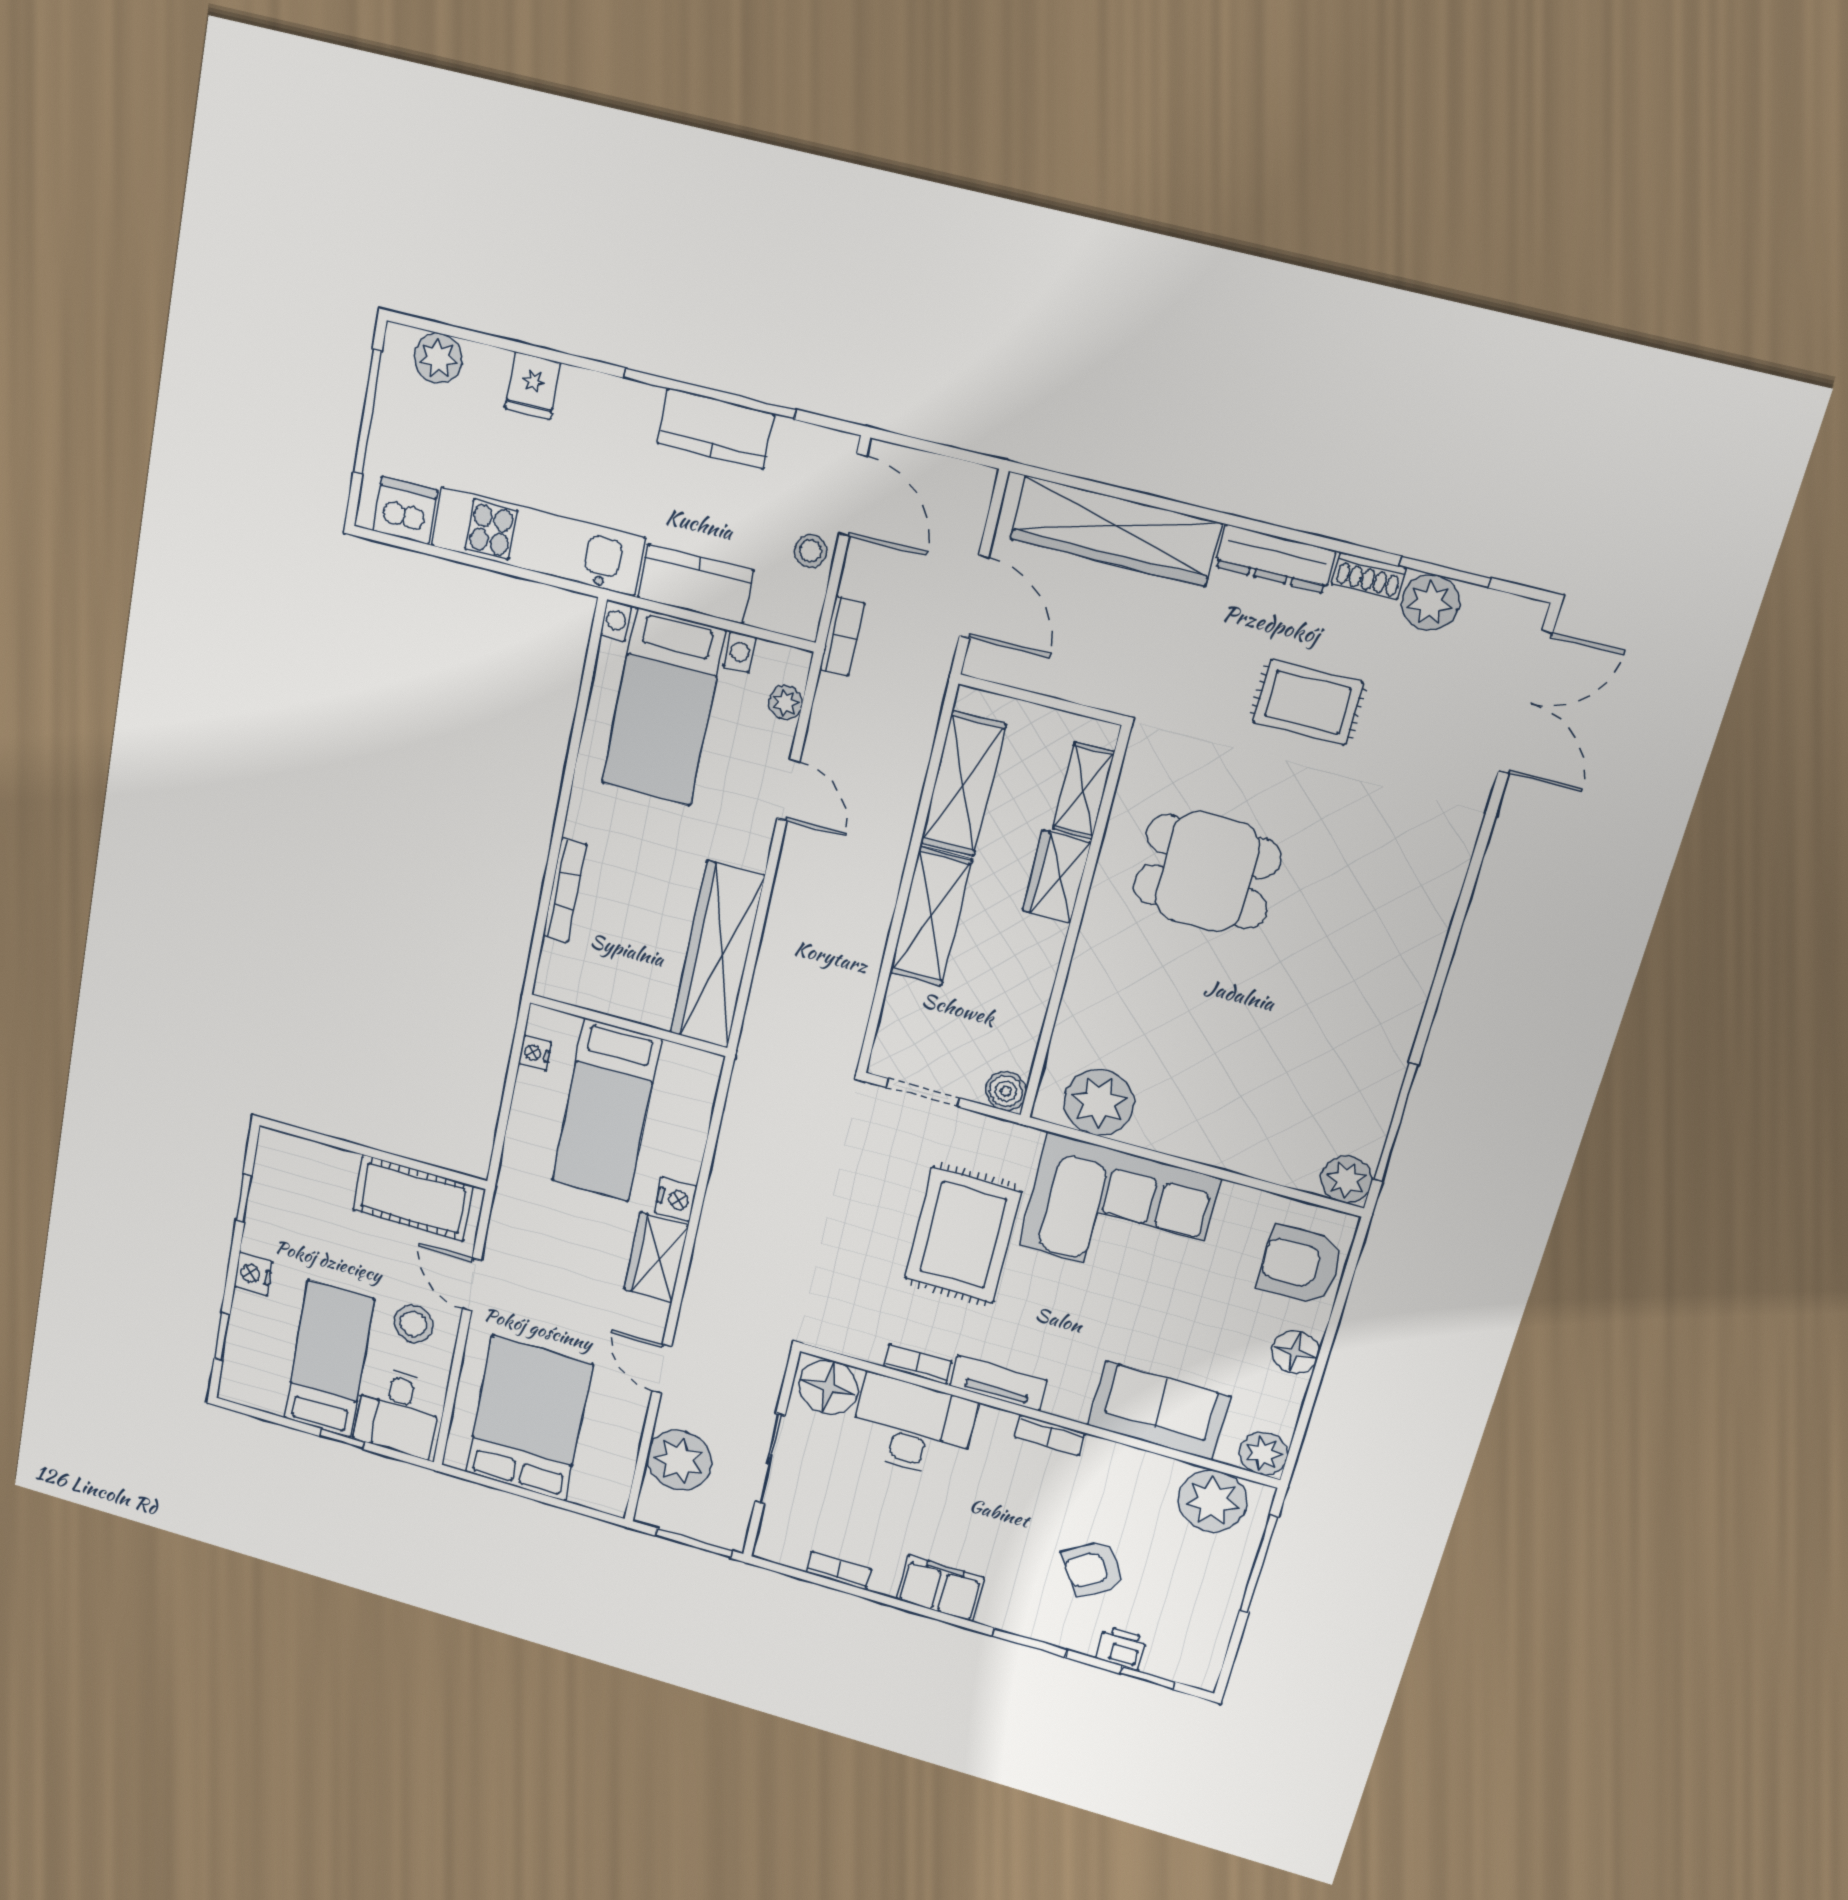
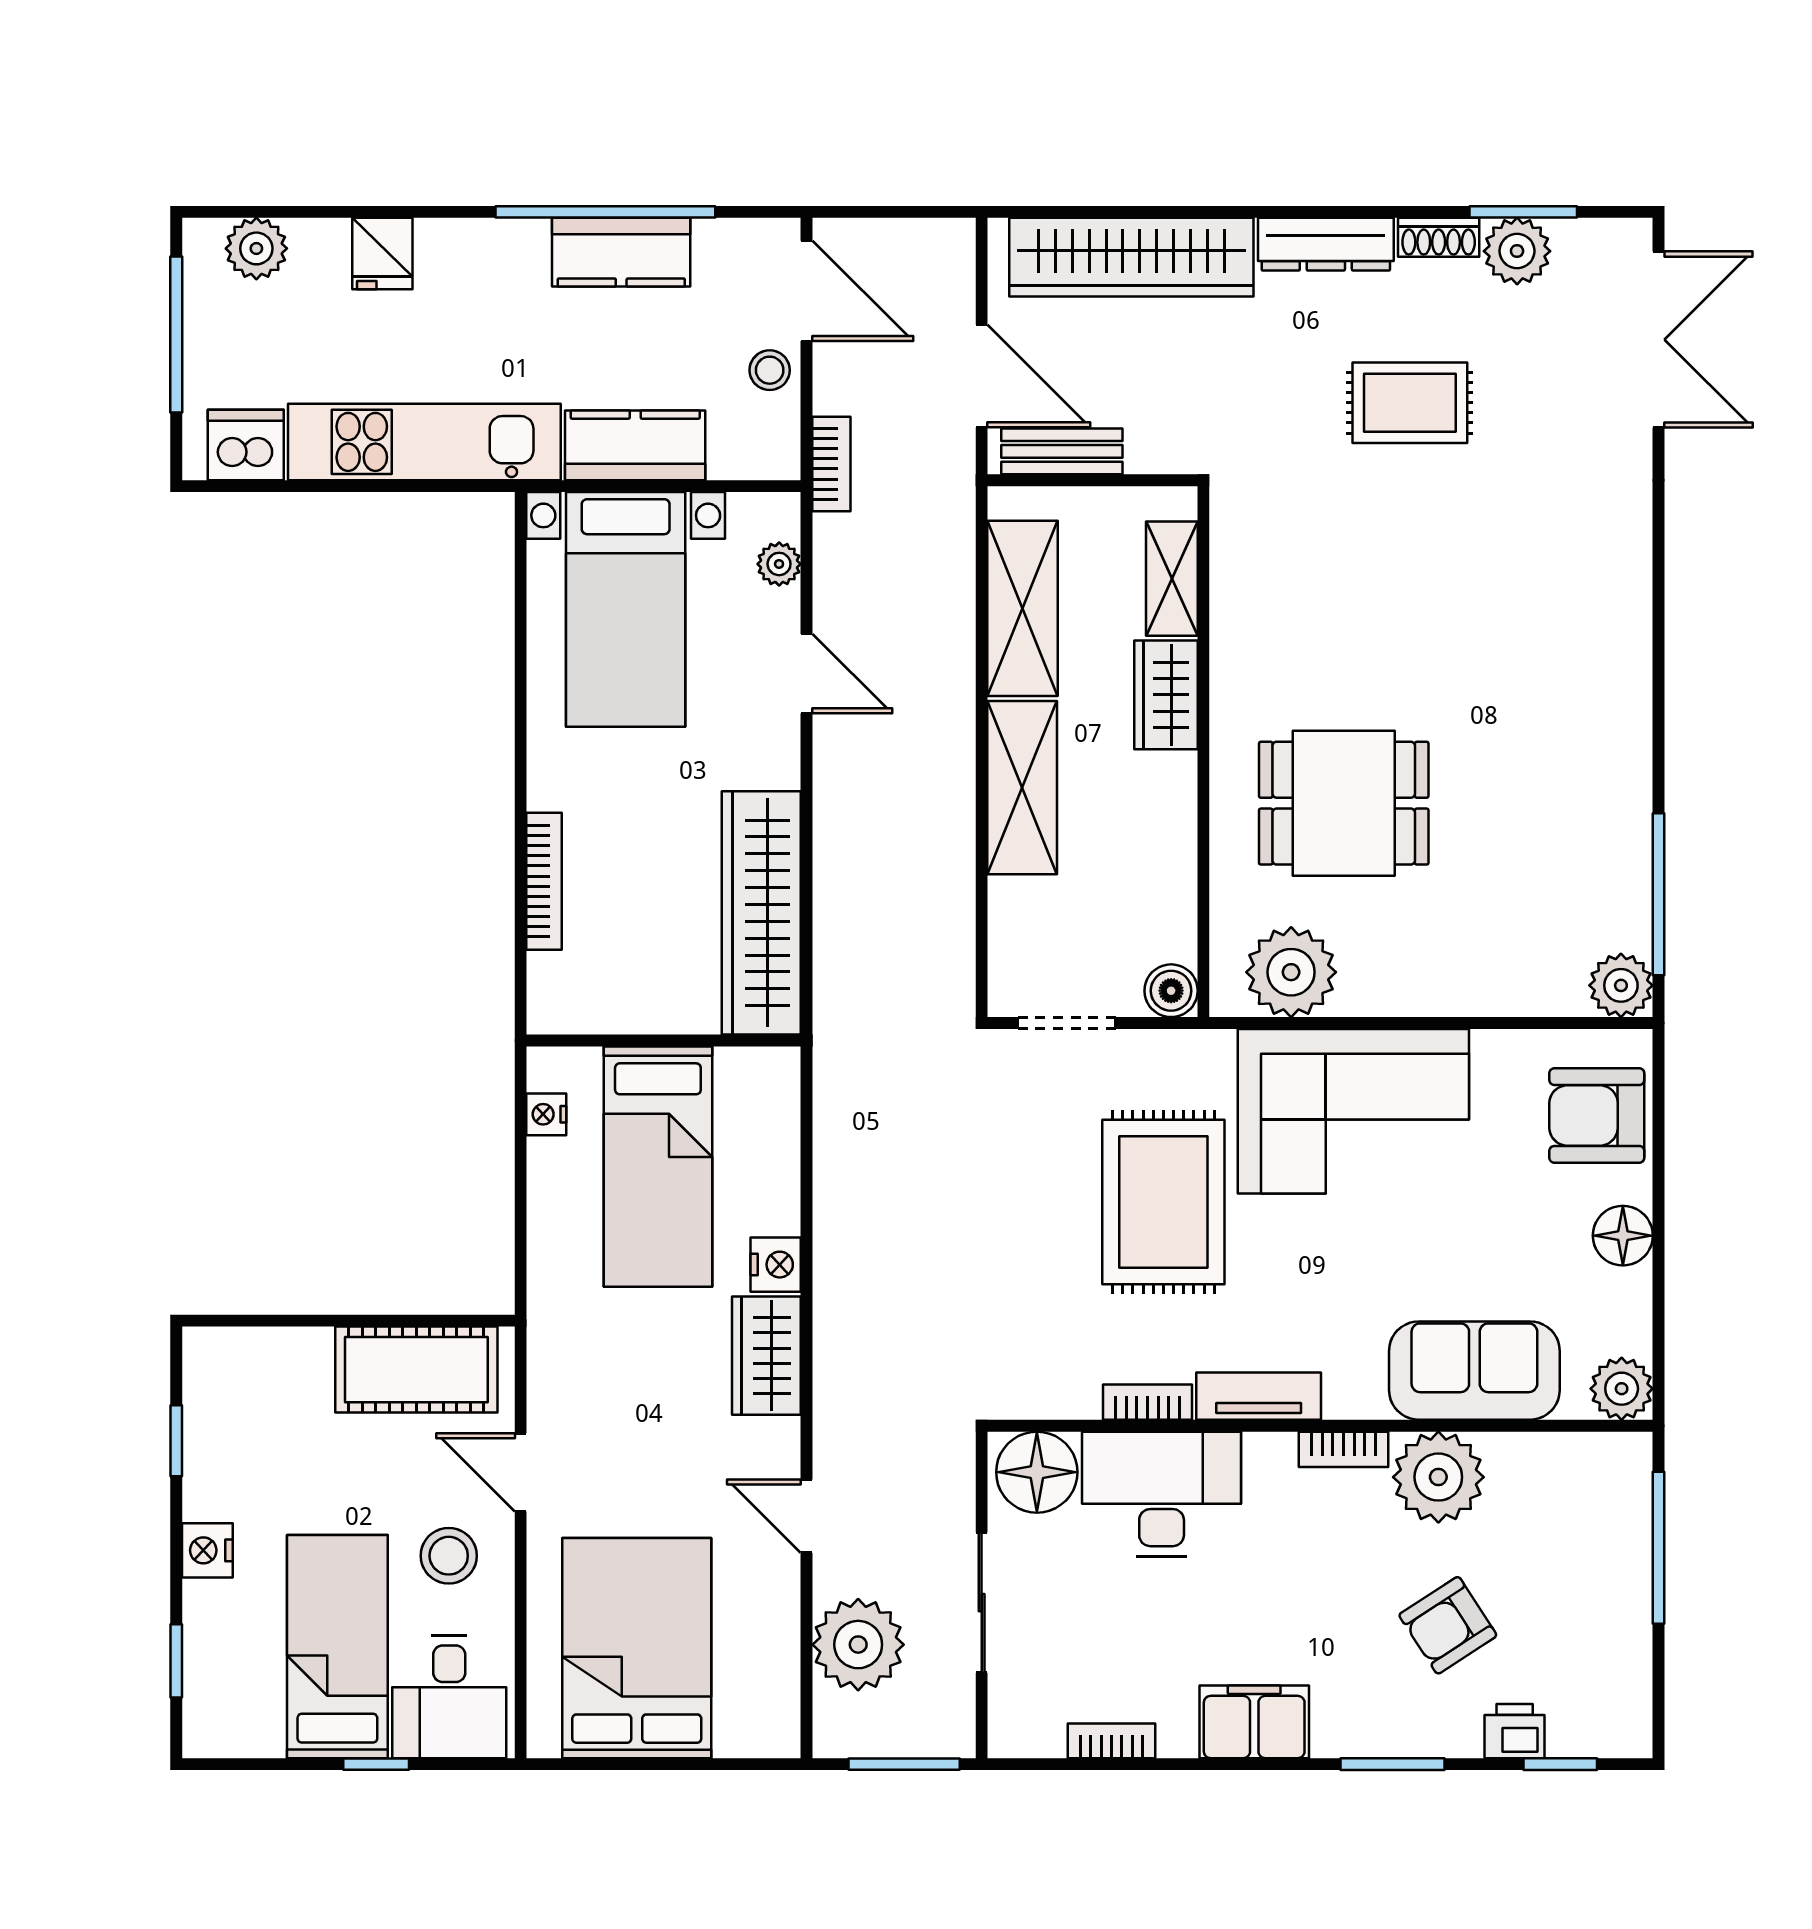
bench: (1023, 671) -> (1062, 451), added
dining table: (1207, 872) -> (1344, 803), moved
plant: (1212, 1501) -> (1438, 1477), moved

